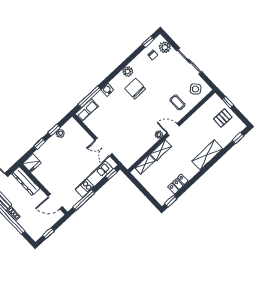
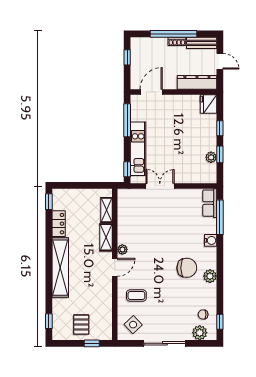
shelving: (207, 155) -> (60, 268), width x1.47

